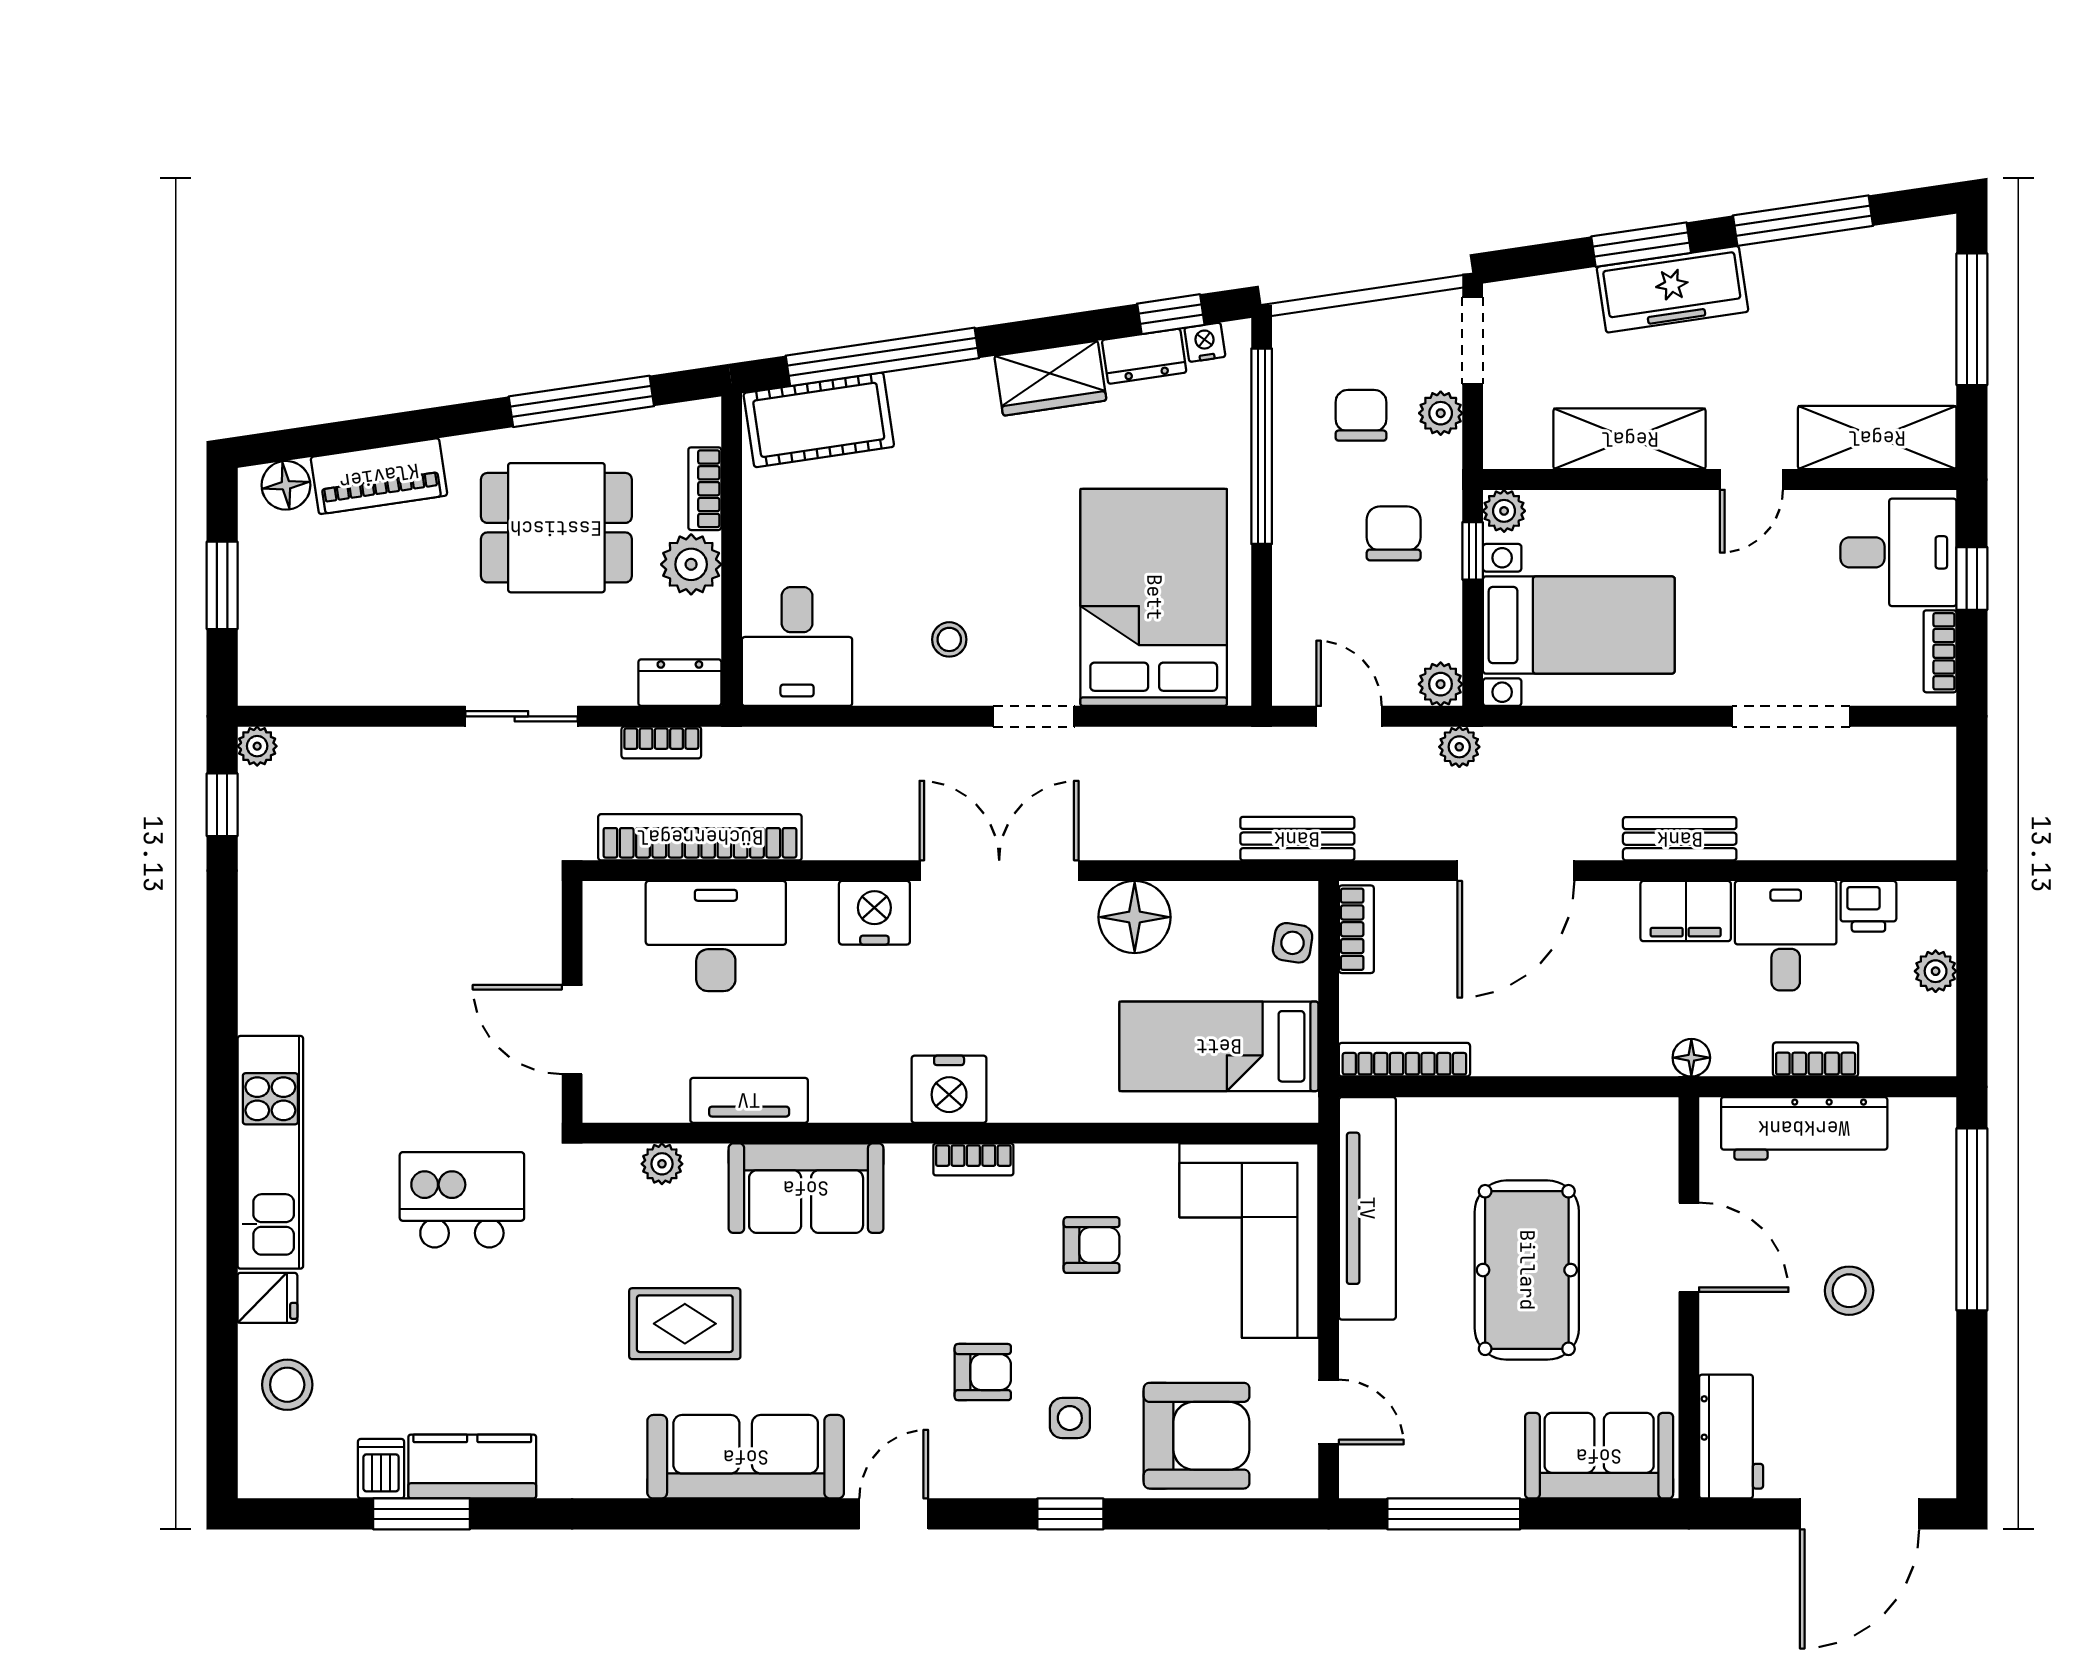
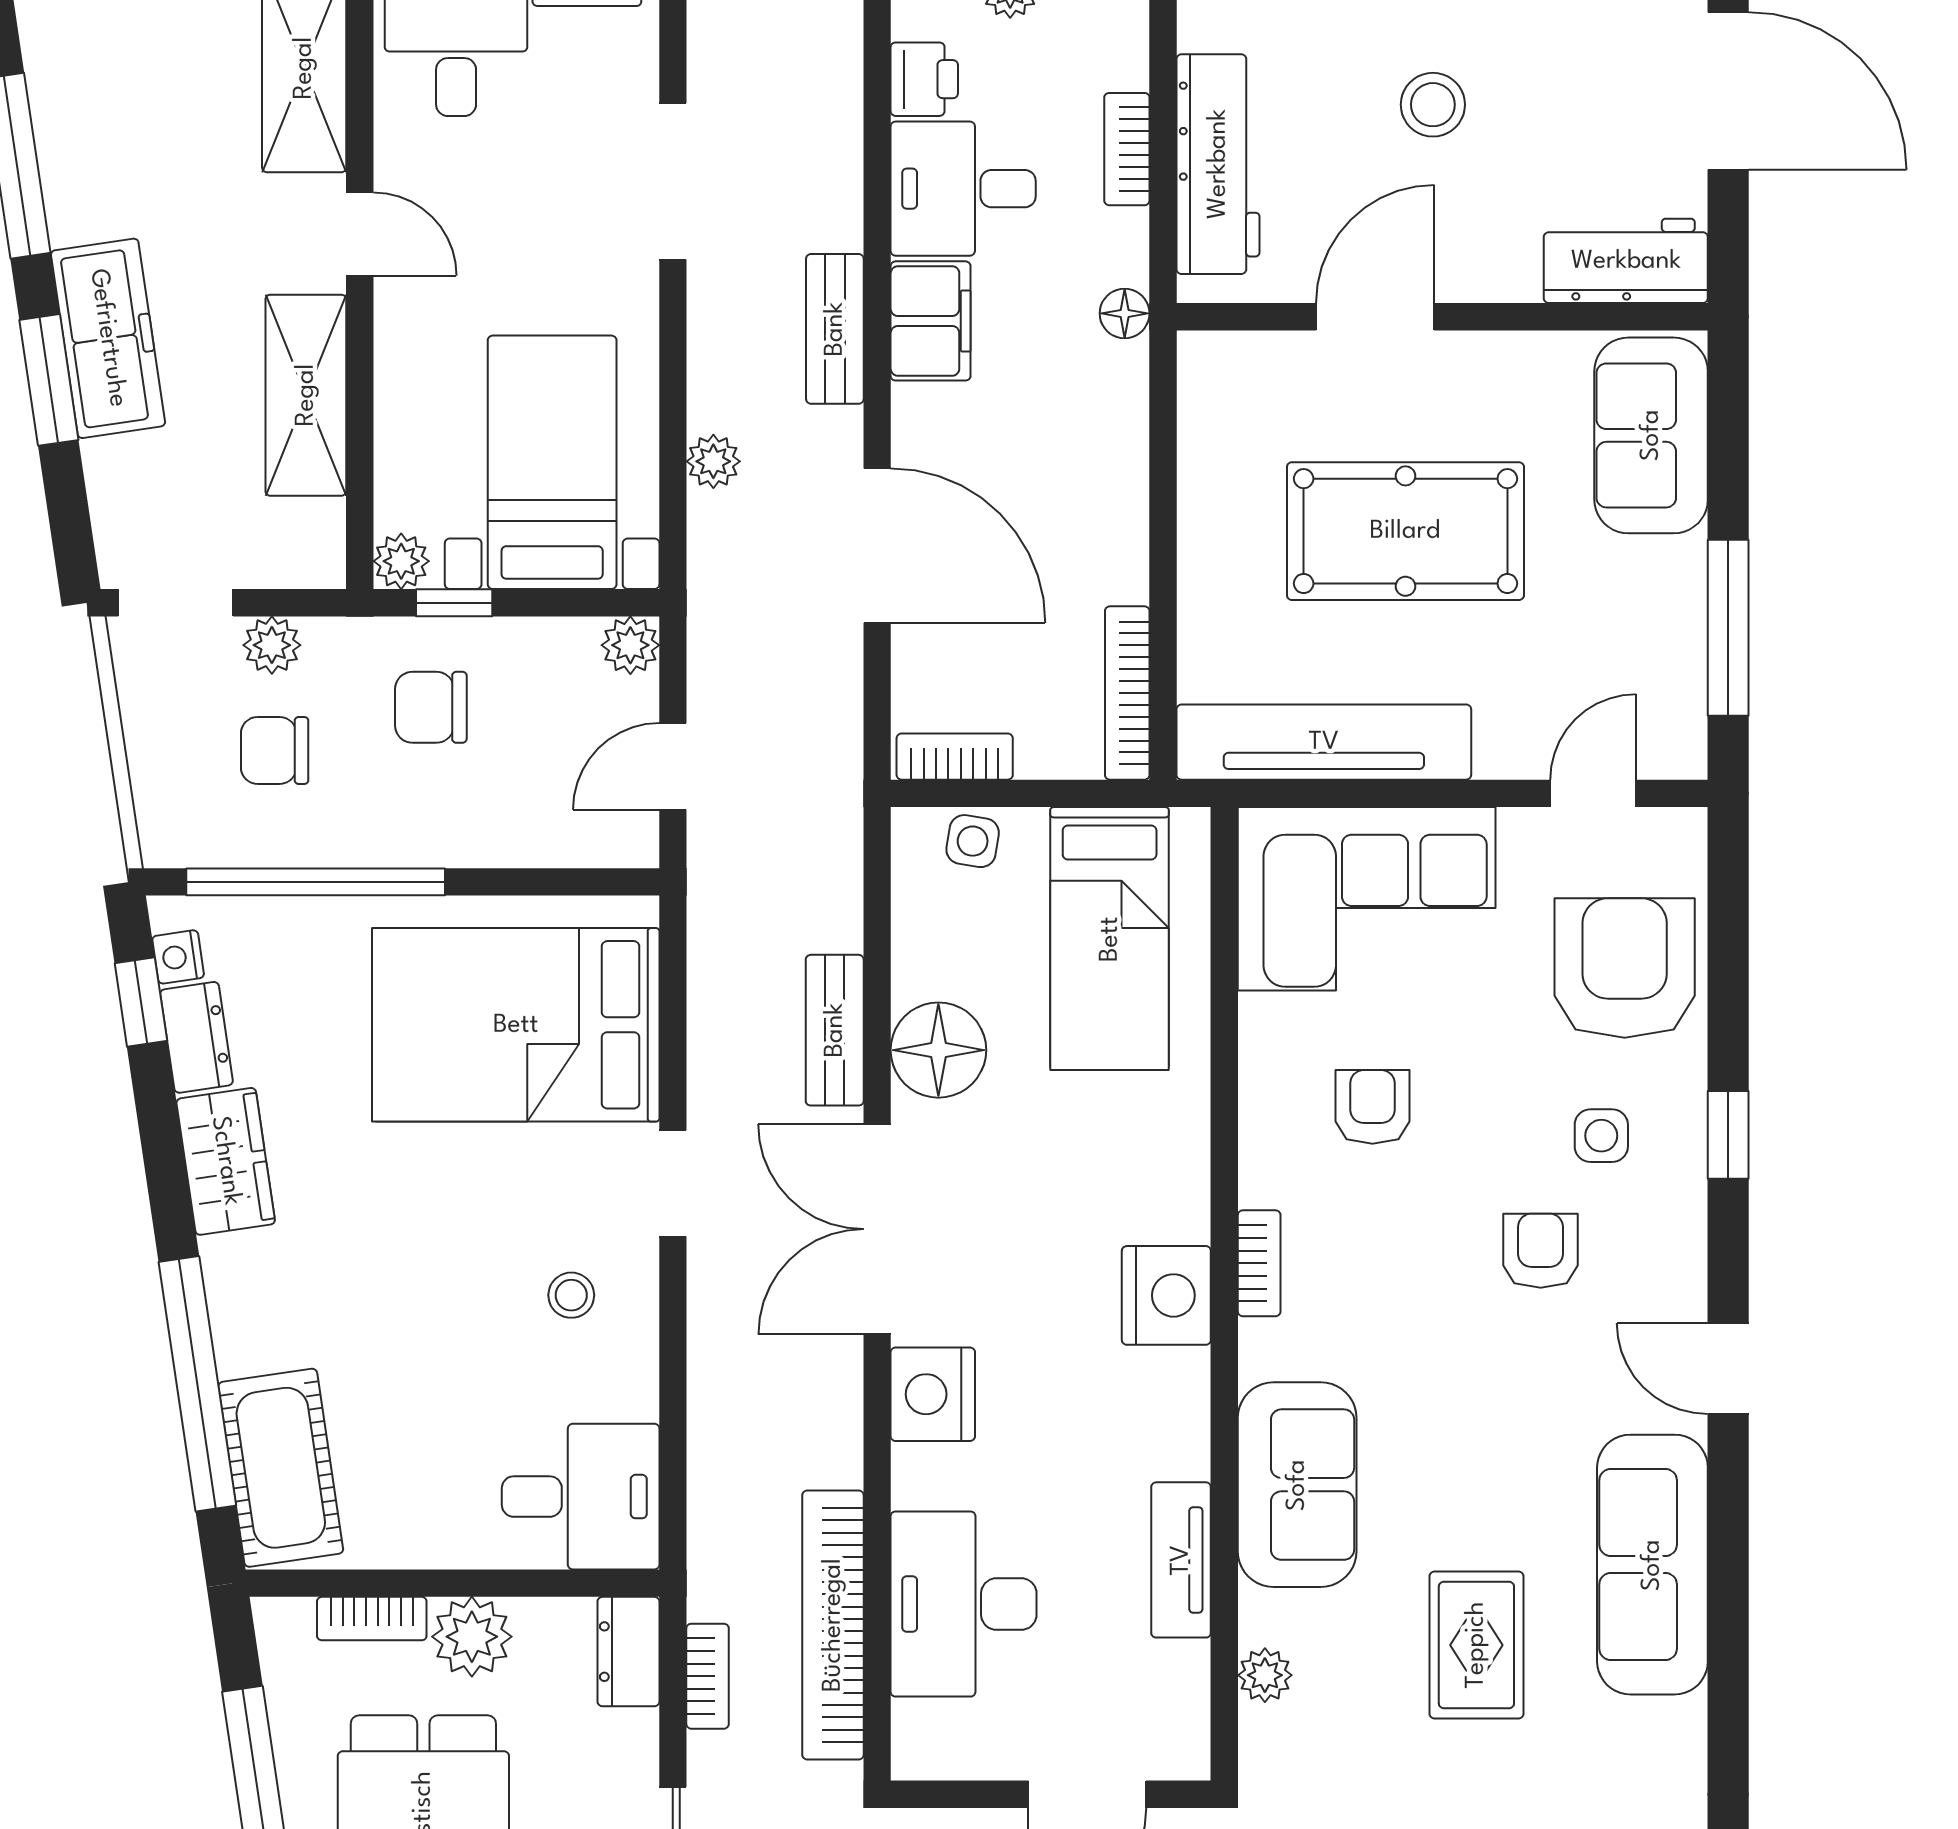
plant: (1459, 747) -> (713, 461), moved
bench: (1297, 839) -> (835, 1030), moved

